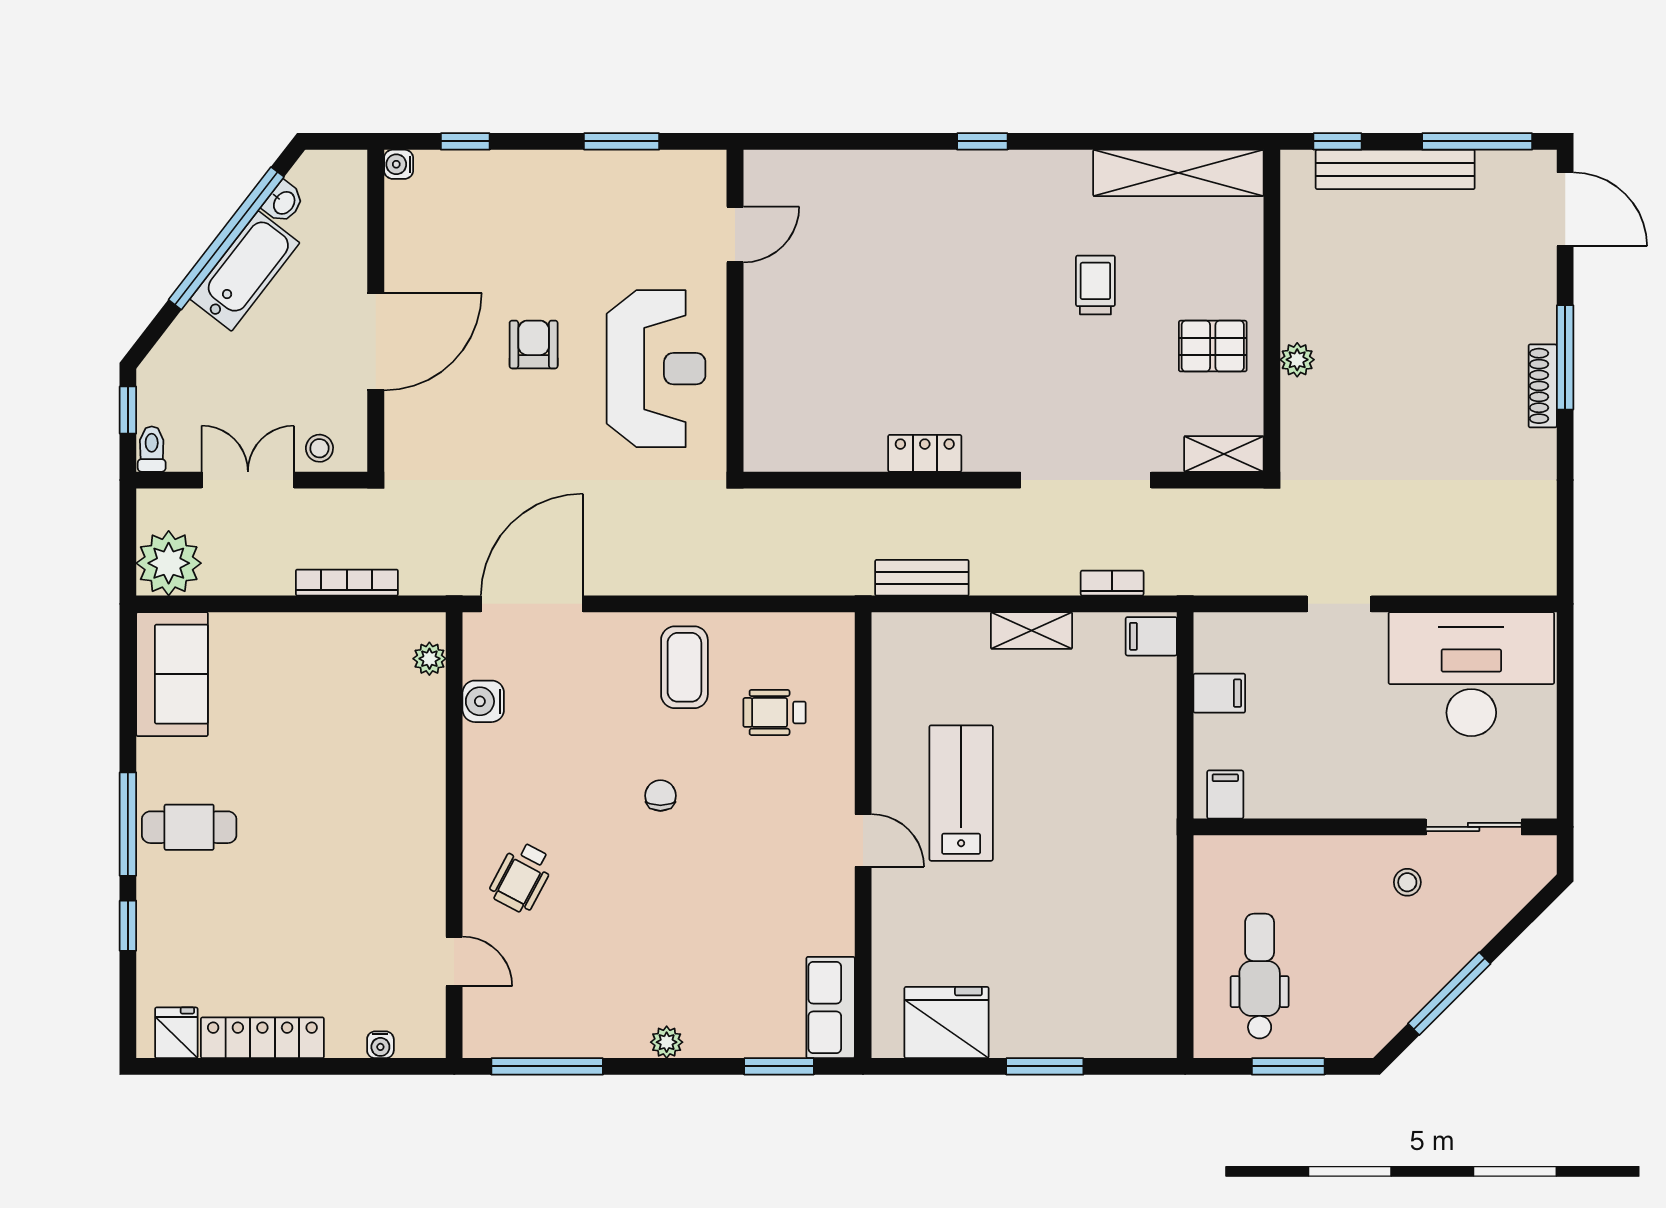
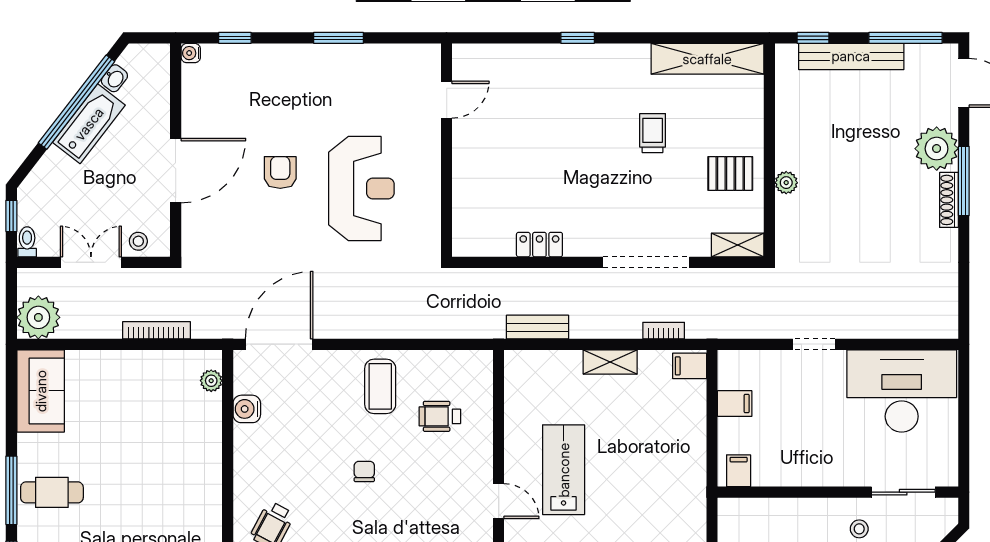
door: (735, 234) -> (447, 100), moved
plant: (1524, 308) -> (937, 149), added
wall: (735, 311) -> (447, 150), moved

